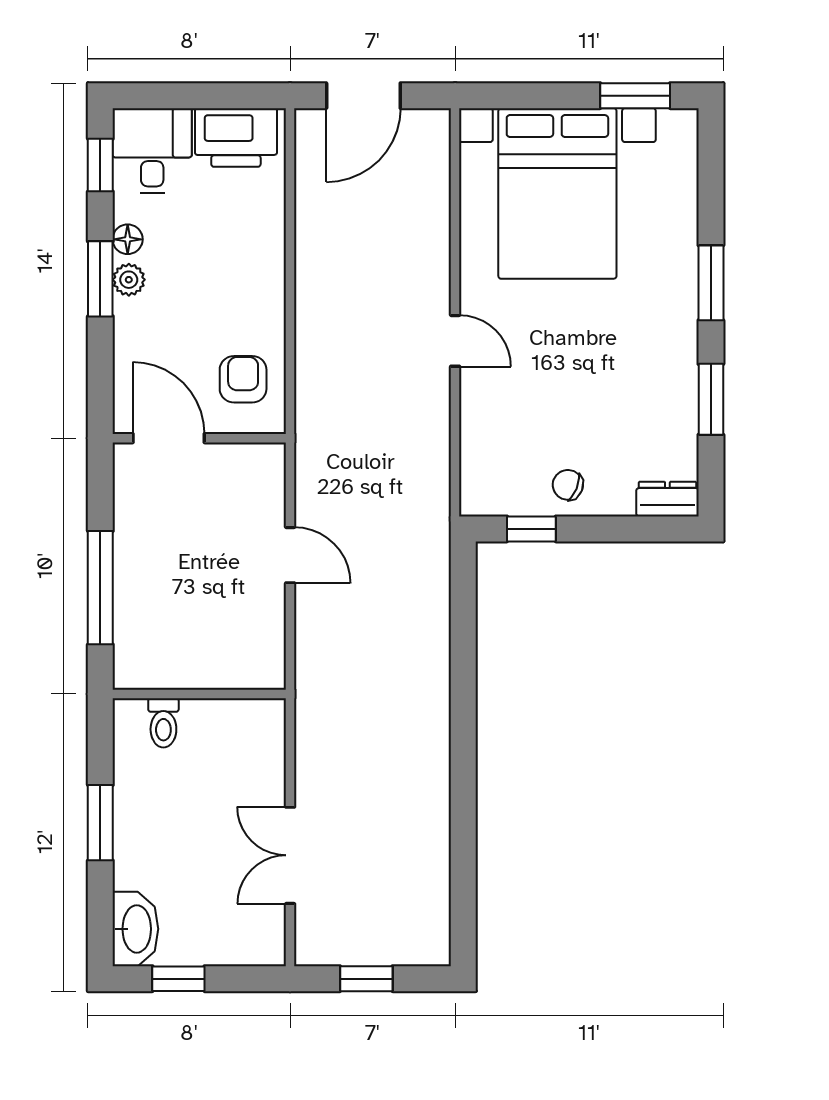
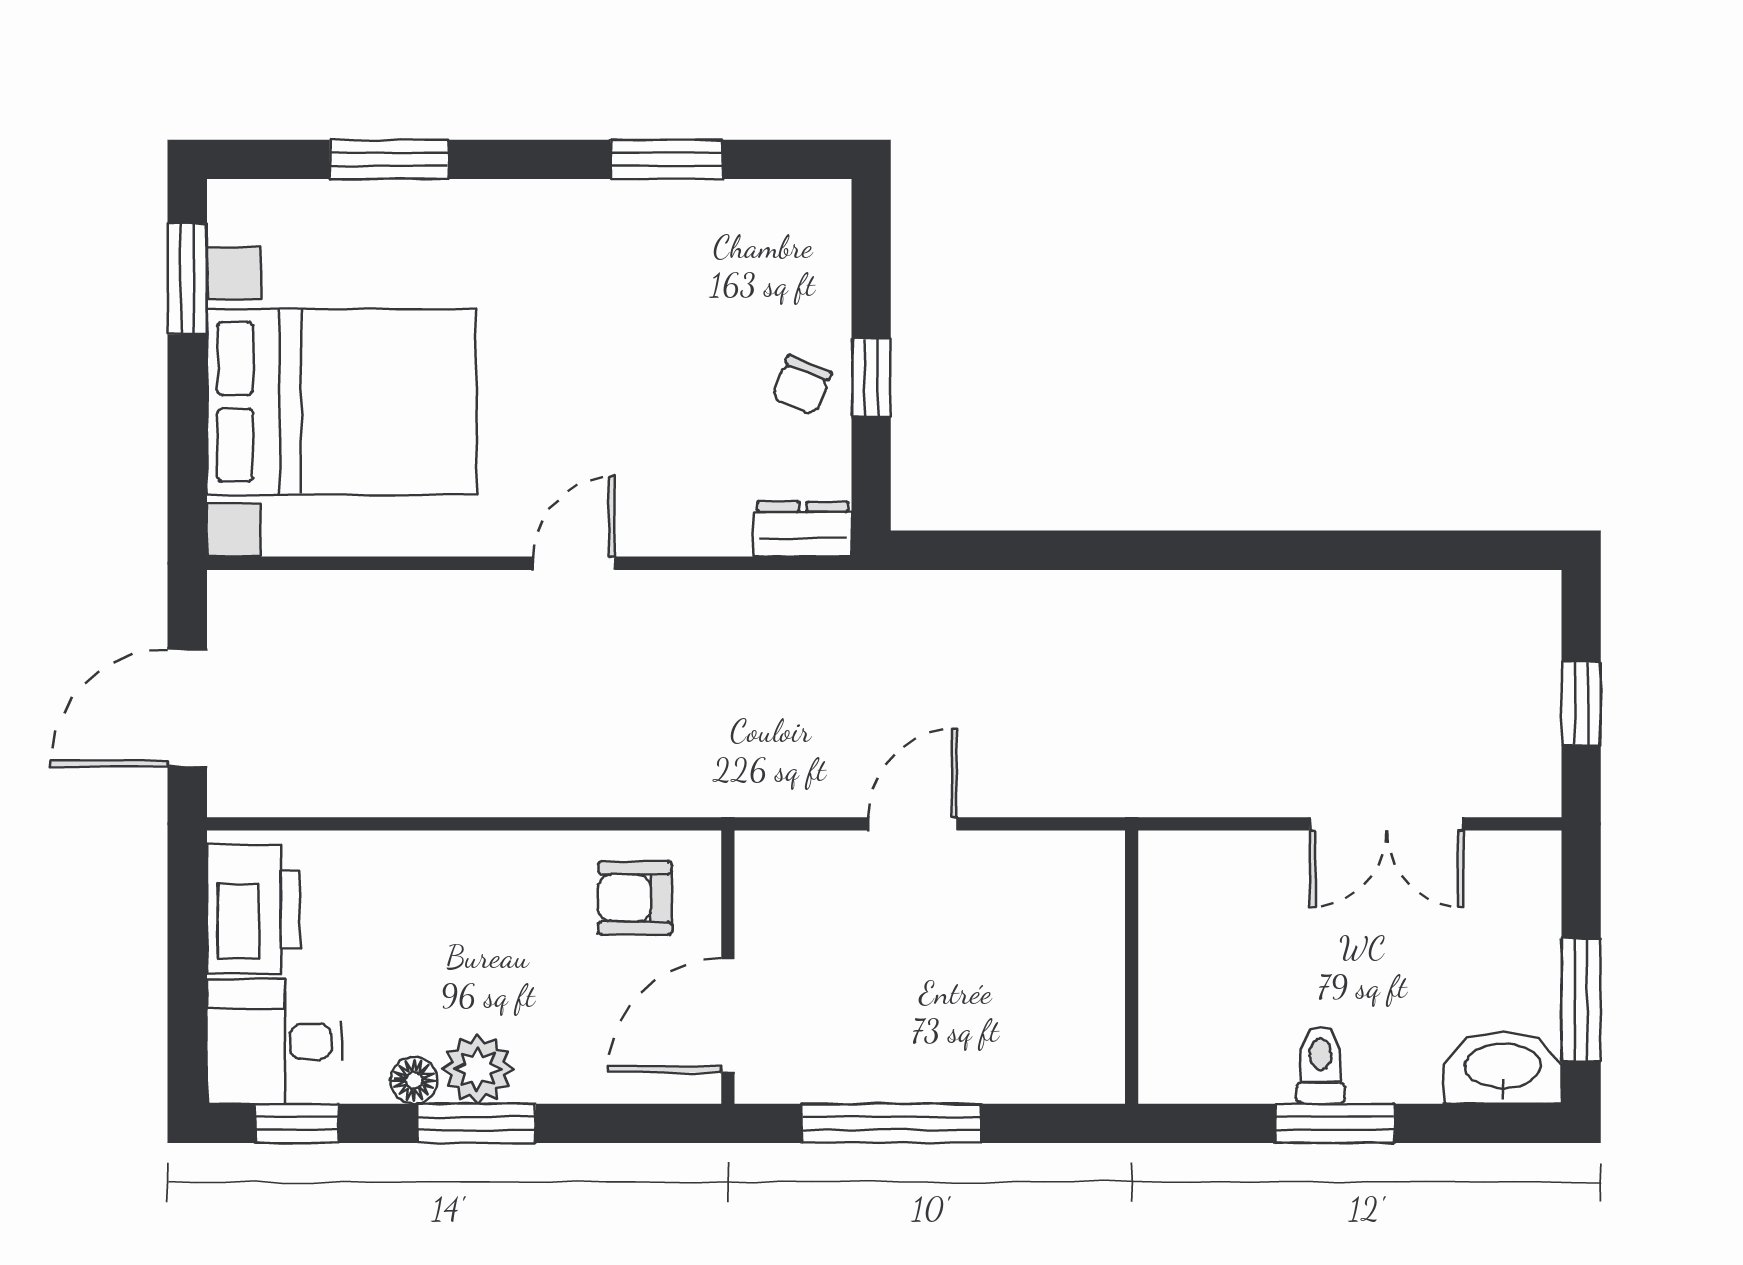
door: (363, 96) -> (187, 708), swing flipped
plant: (129, 280) -> (478, 1069), width x1.38, depth x1.38
window: (711, 283) -> (389, 159), moved
dresser: (667, 499) -> (803, 529), moved, turned 90
window: (531, 529) -> (871, 377), moved
window: (100, 588) -> (891, 1123), moved
toilet: (163, 723) -> (1321, 1065), moved, turned -90
window: (178, 979) -> (1581, 1000), width x1.50

